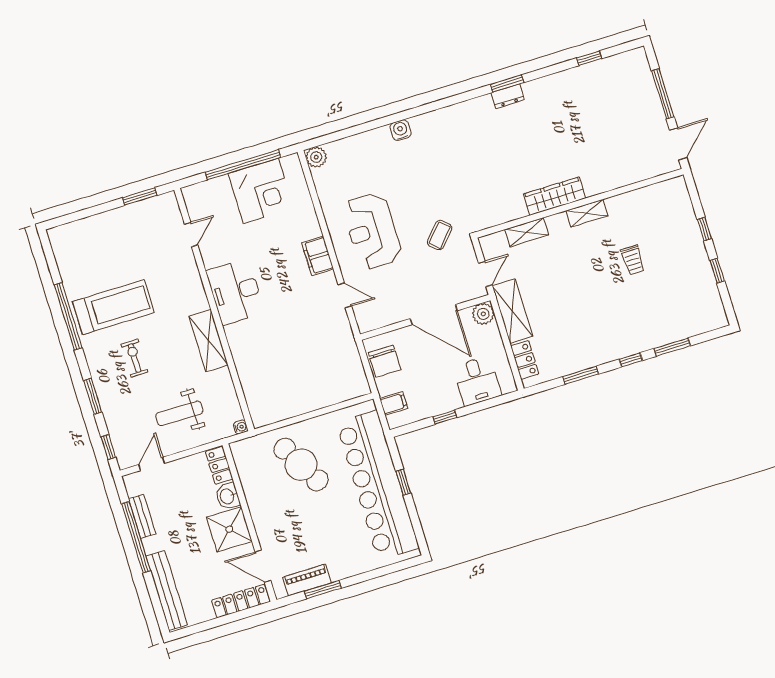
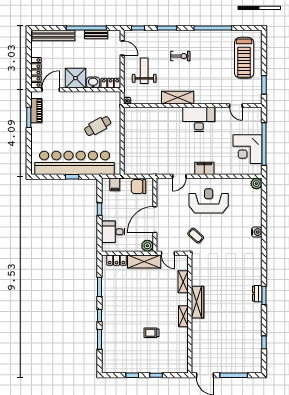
treadmill: (113, 307) -> (244, 58), moved
cafe table: (301, 465) -> (98, 126), width x0.73, depth x0.74

